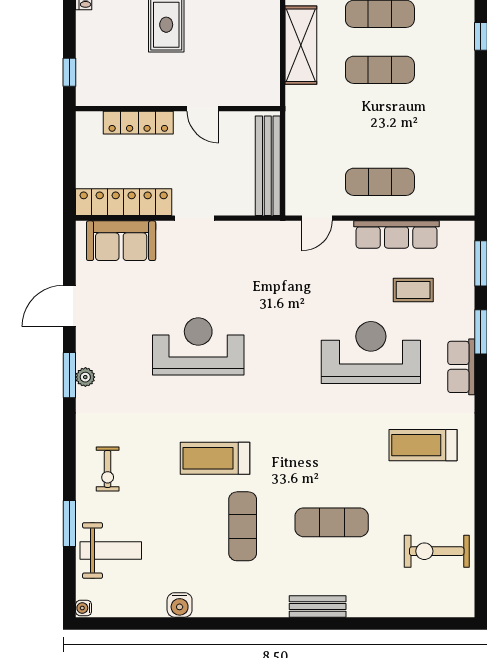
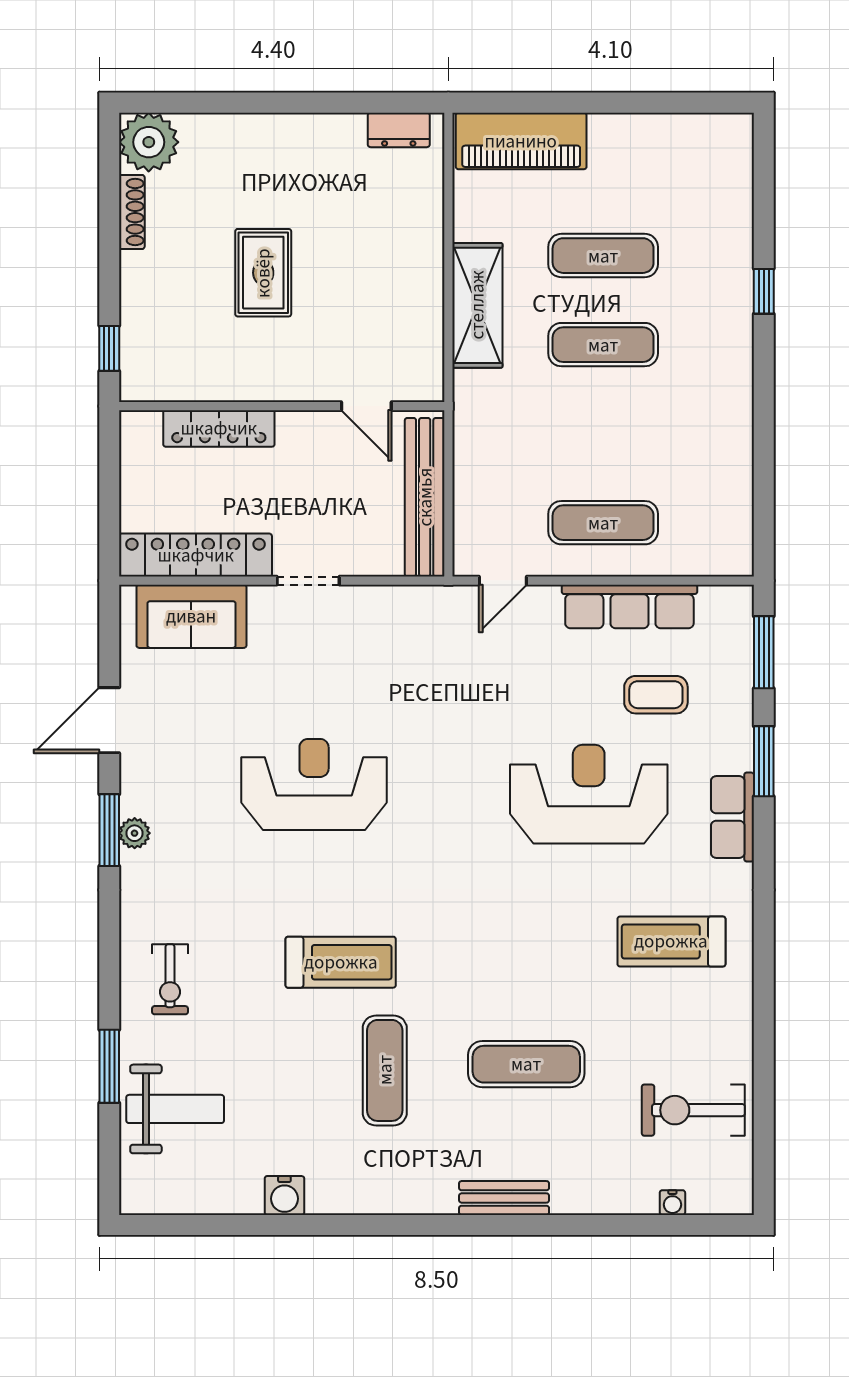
door: (203, 109) -> (366, 406), moved
treadmill: (215, 458) -> (341, 962), turned 180
water cooler: (84, 608) -> (672, 1203), moved, turned -90

